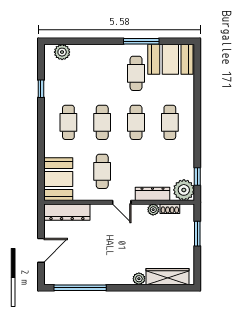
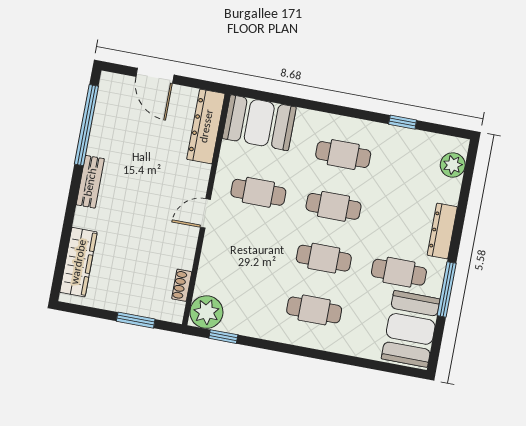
dresser: (152, 194) -> (442, 231), moved, turned 180
plant: (153, 210) -> (185, 260), removed
bench: (115, 279) -> (90, 182), added
plant: (139, 279) -> (83, 218), removed

